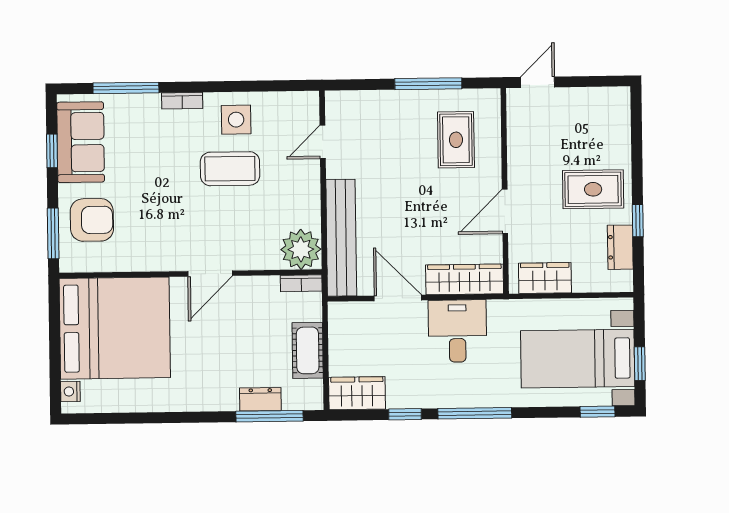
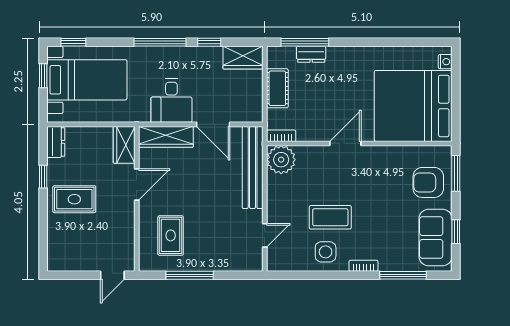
dresser: (620, 247) -> (56, 142), moved
wardrobe: (545, 278) -> (124, 145), moved, turned 90

